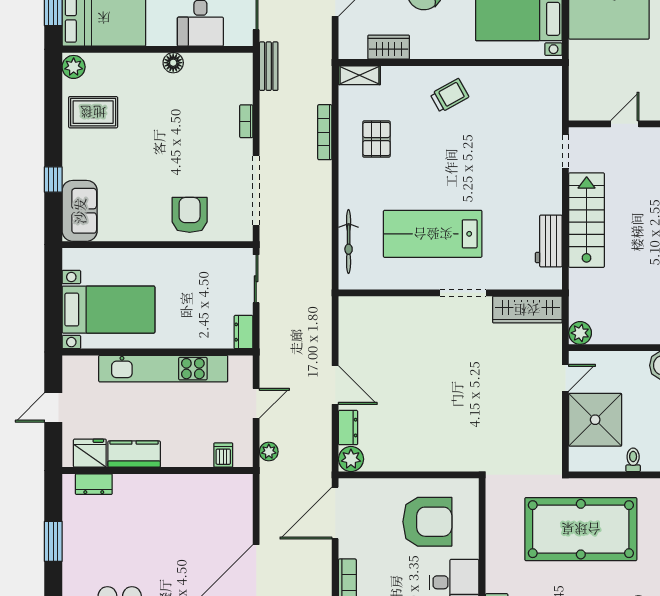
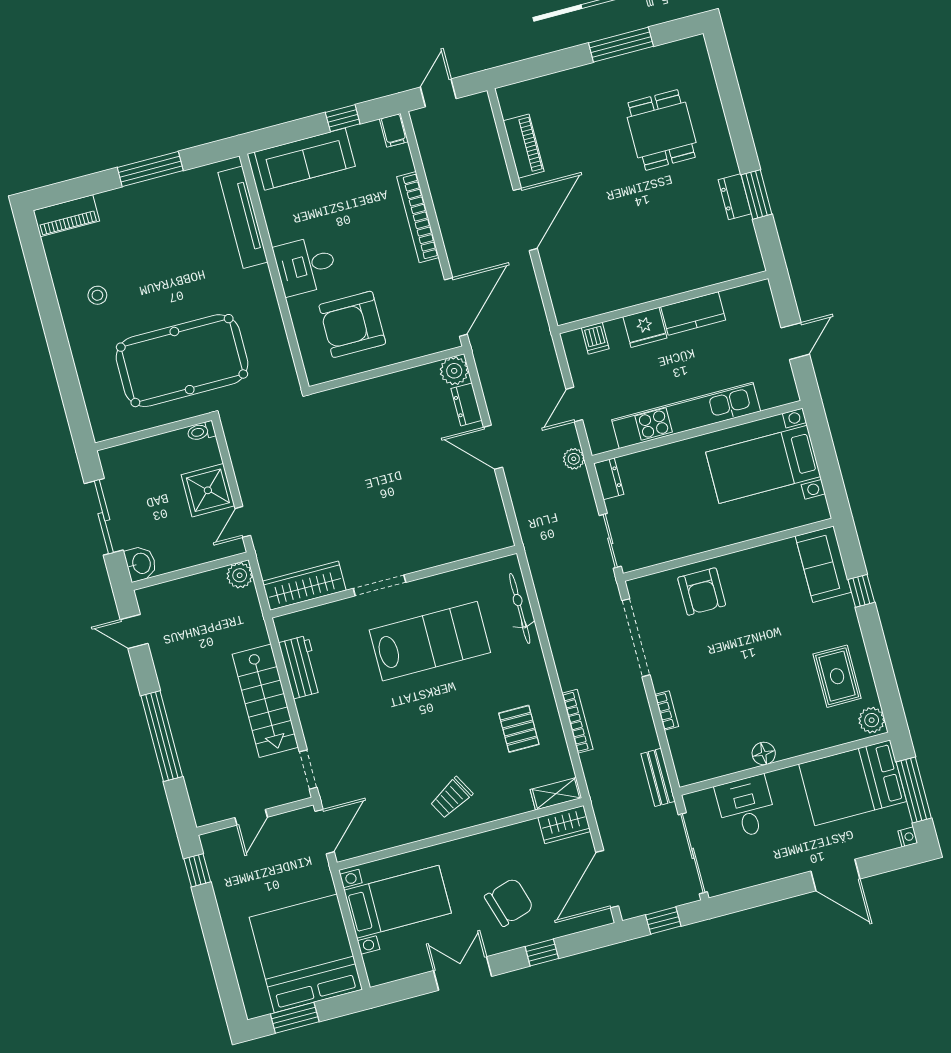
wardrobe: (389, 47) -> (564, 825), moved
door: (565, 95) -> (325, 832), added
rug: (93, 112) -> (837, 676), turned 90
shower: (595, 420) -> (208, 490), width x0.73, depth x0.73
plant: (269, 452) -> (574, 459), moved
fridge: (90, 453) -> (645, 327), moved
toilet: (633, 460) -> (201, 431), moved, turned 90
dresser: (94, 484) -> (735, 197), moved, turned -90

